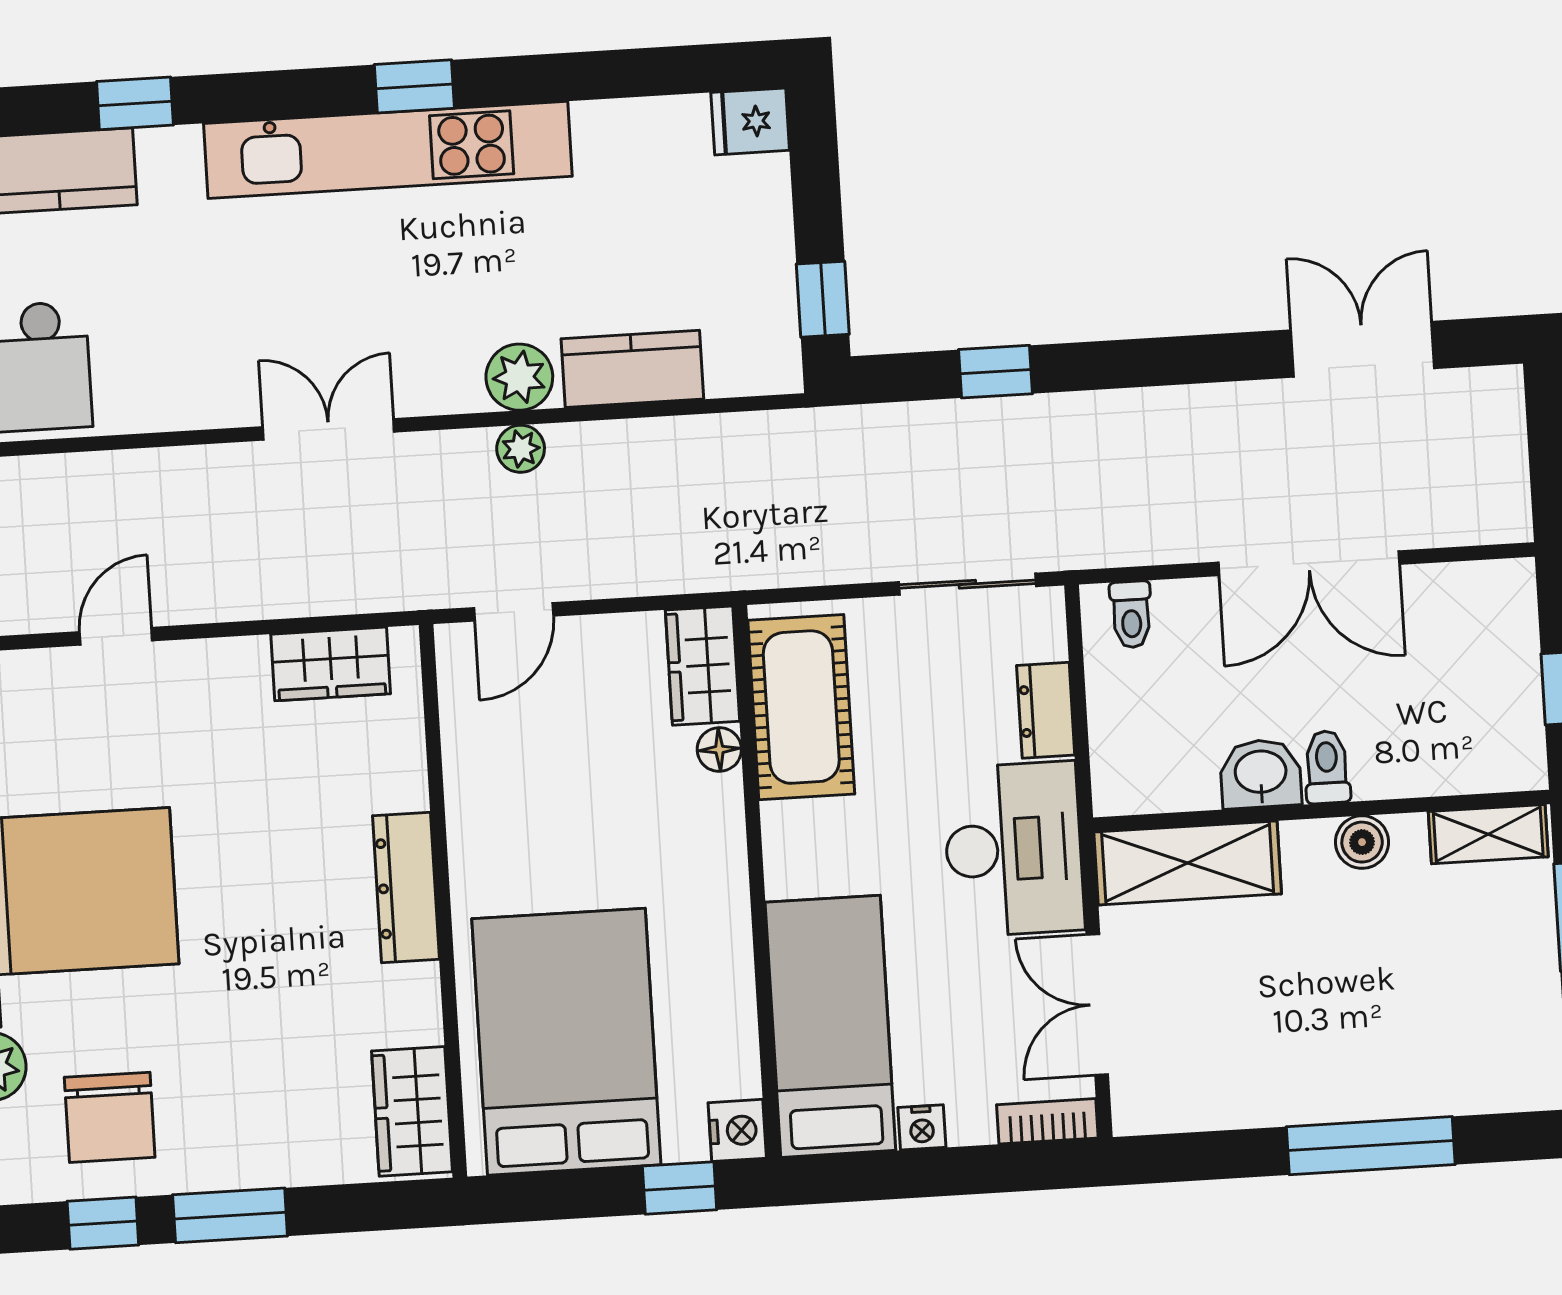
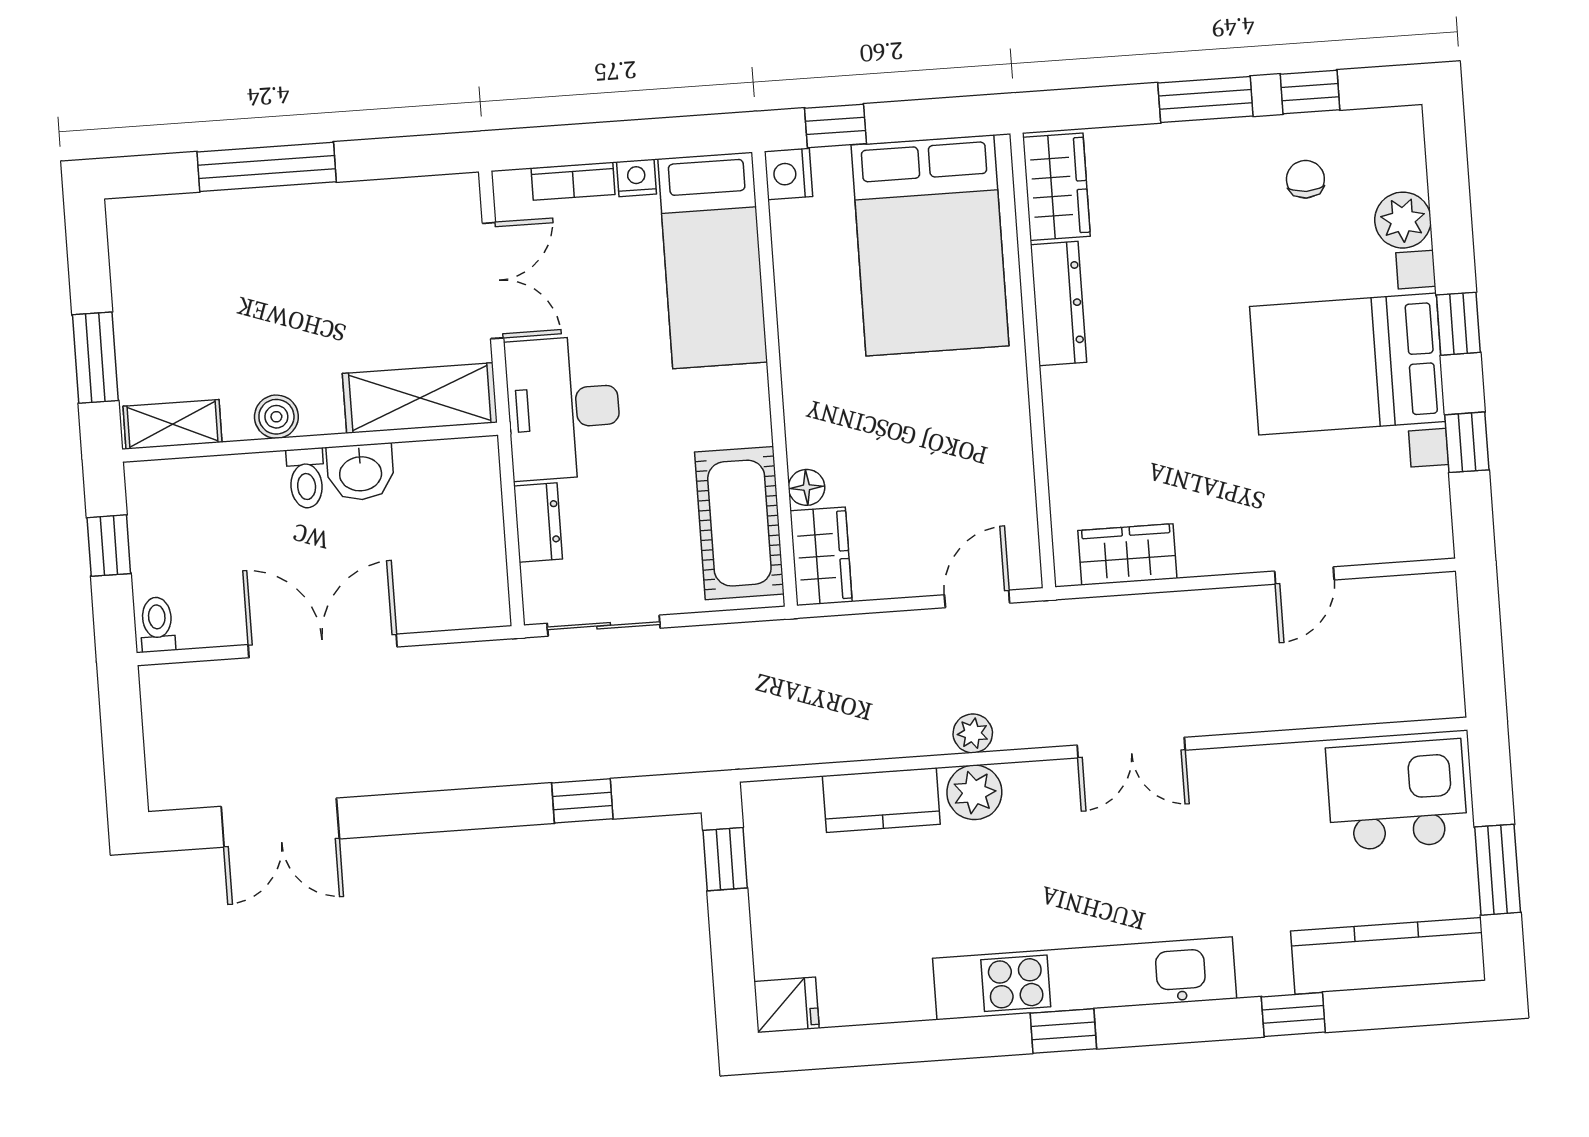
toilet: (1131, 614) -> (157, 624), moved
dresser: (406, 887) -> (1059, 303), moved
chair: (110, 1117) -> (1305, 179), width x0.54, depth x0.54
bookcase: (1047, 1121) -> (573, 181), moved

